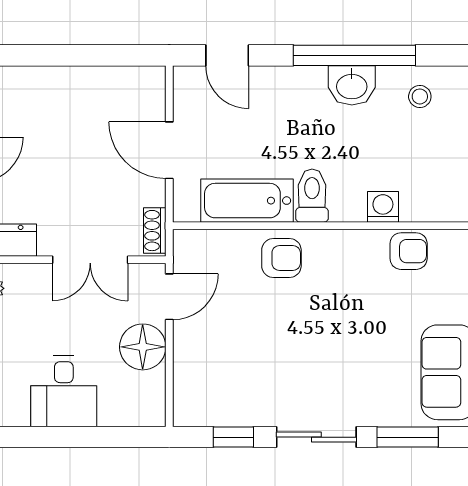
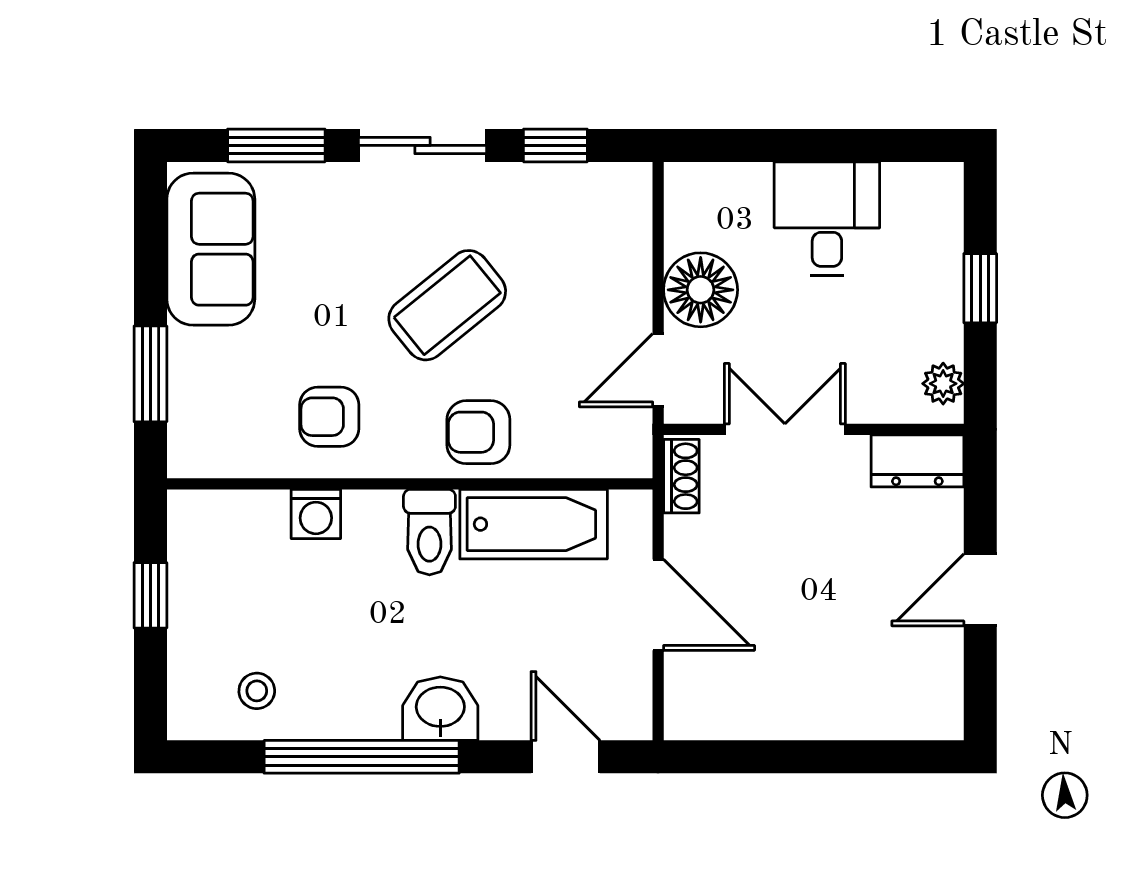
washbasin: (352, 85) -> (440, 709), moved
armchair: (409, 251) -> (329, 417), moved
coffee table: (301, 337) -> (447, 305), added

